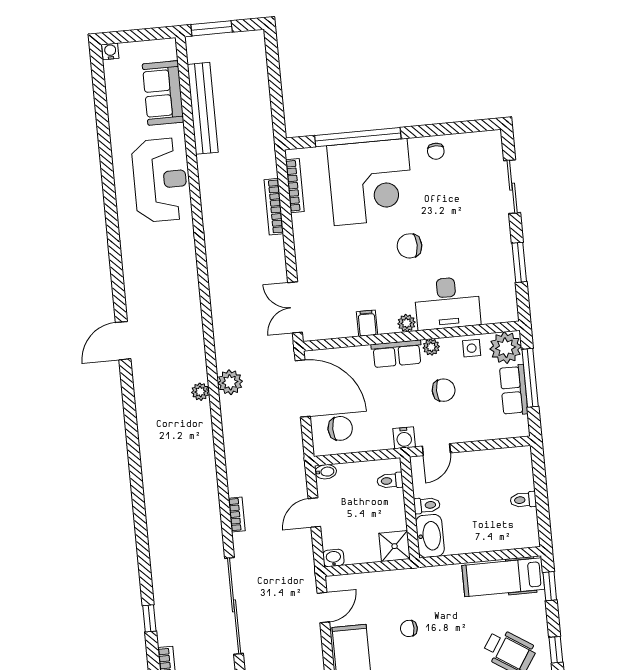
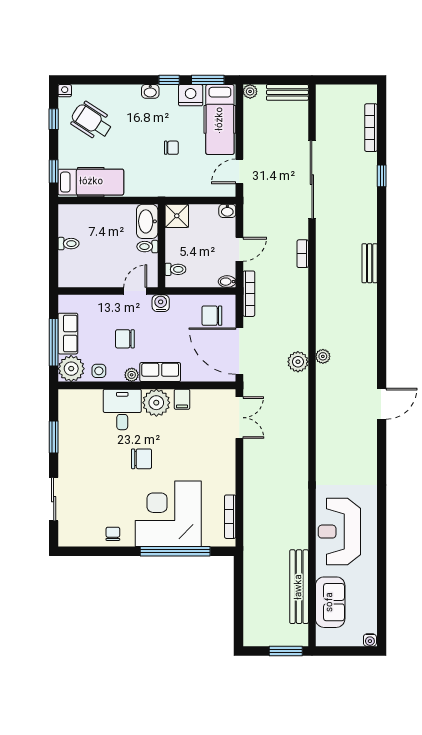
bookcase: (274, 207) -> (249, 294), moved
desk: (447, 303) -> (122, 409), width x0.73
plant: (407, 323) -> (156, 403), width x1.88, depth x1.88
bench: (154, 511) -> (370, 263), added

